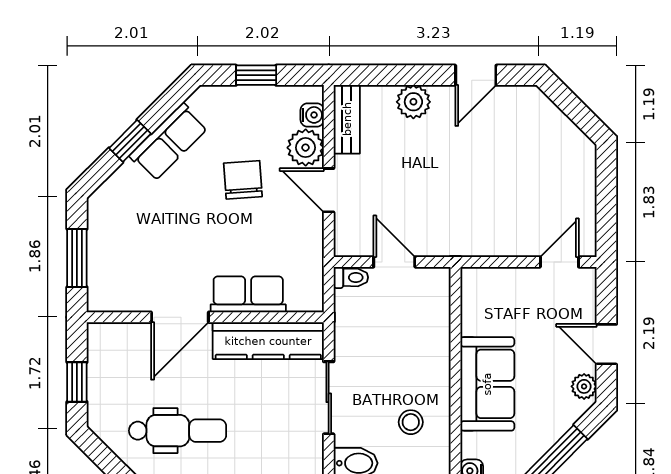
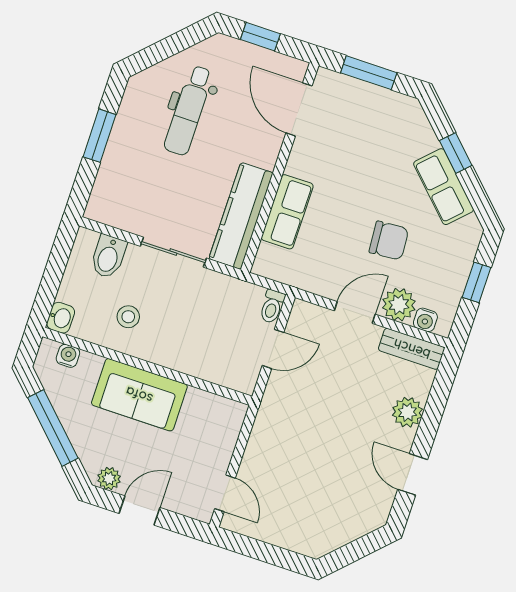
door: (180, 317) -> (299, 109), moved

